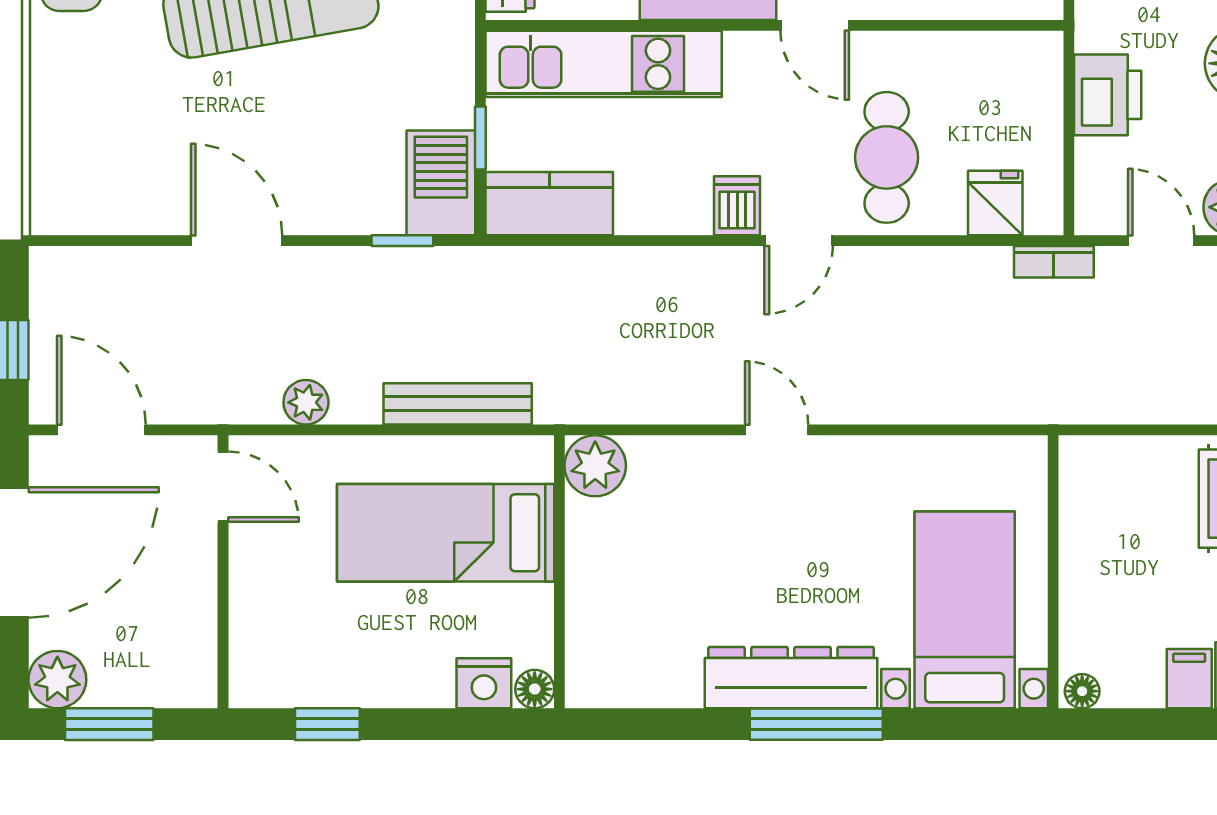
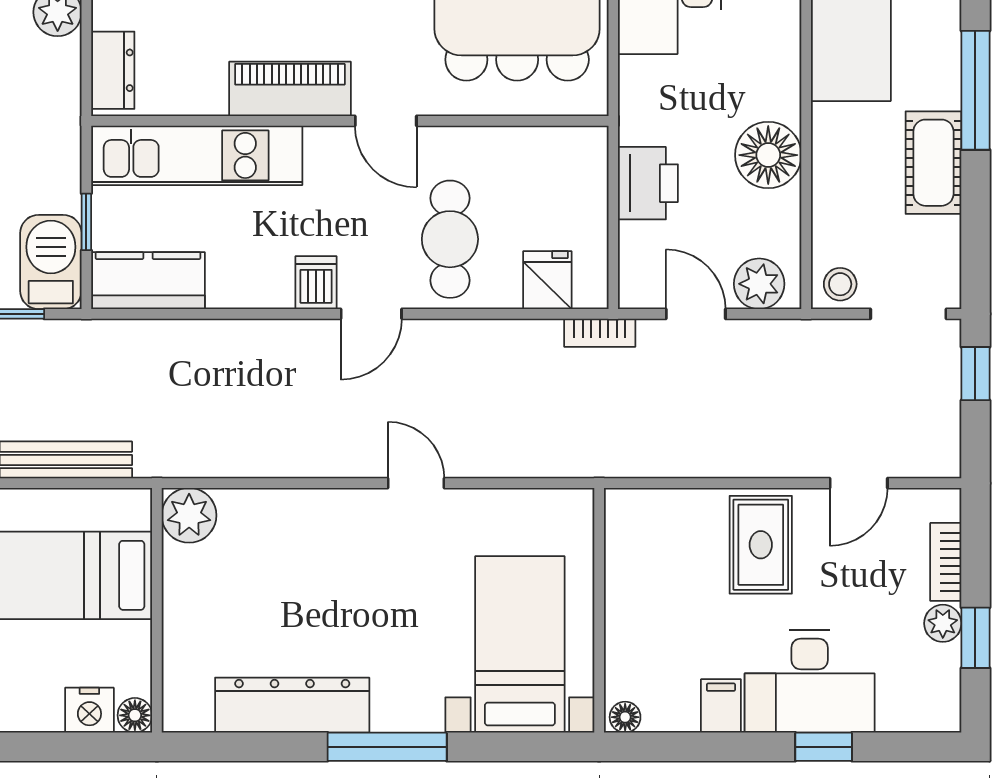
door: (777, 430) -> (416, 483), moved
dresser: (791, 678) -> (292, 705), moved

